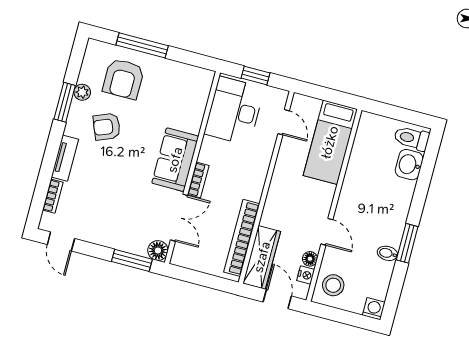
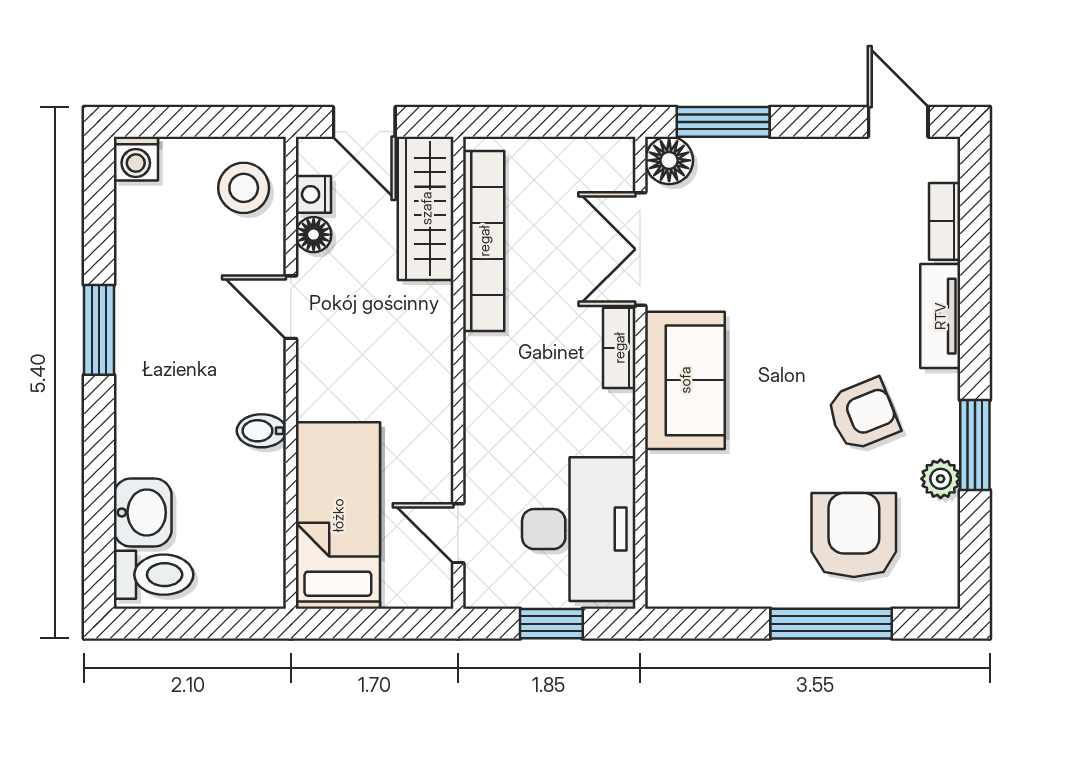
bidet: (387, 253) -> (261, 431), moved, turned 180

